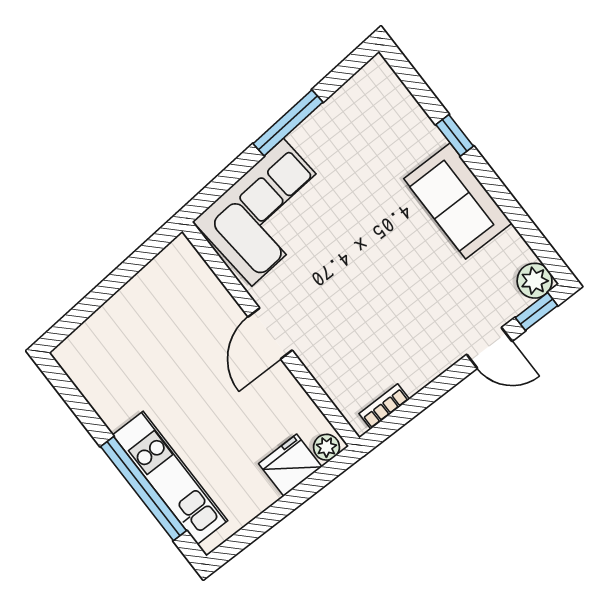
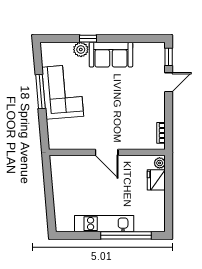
corner sofa: (268, 212) -> (63, 92), moved
plant: (535, 281) -> (81, 50), moved
kitchen unit: (170, 478) -> (104, 224), moved

